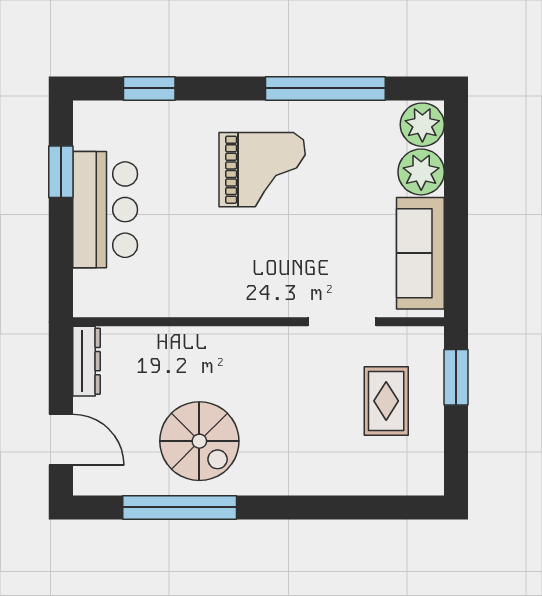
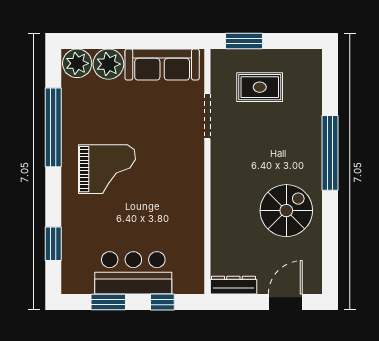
grand piano: (262, 170) -> (107, 169), turned 90
window: (61, 254) -> (162, 302), added
window: (180, 507) -> (330, 153), moved

